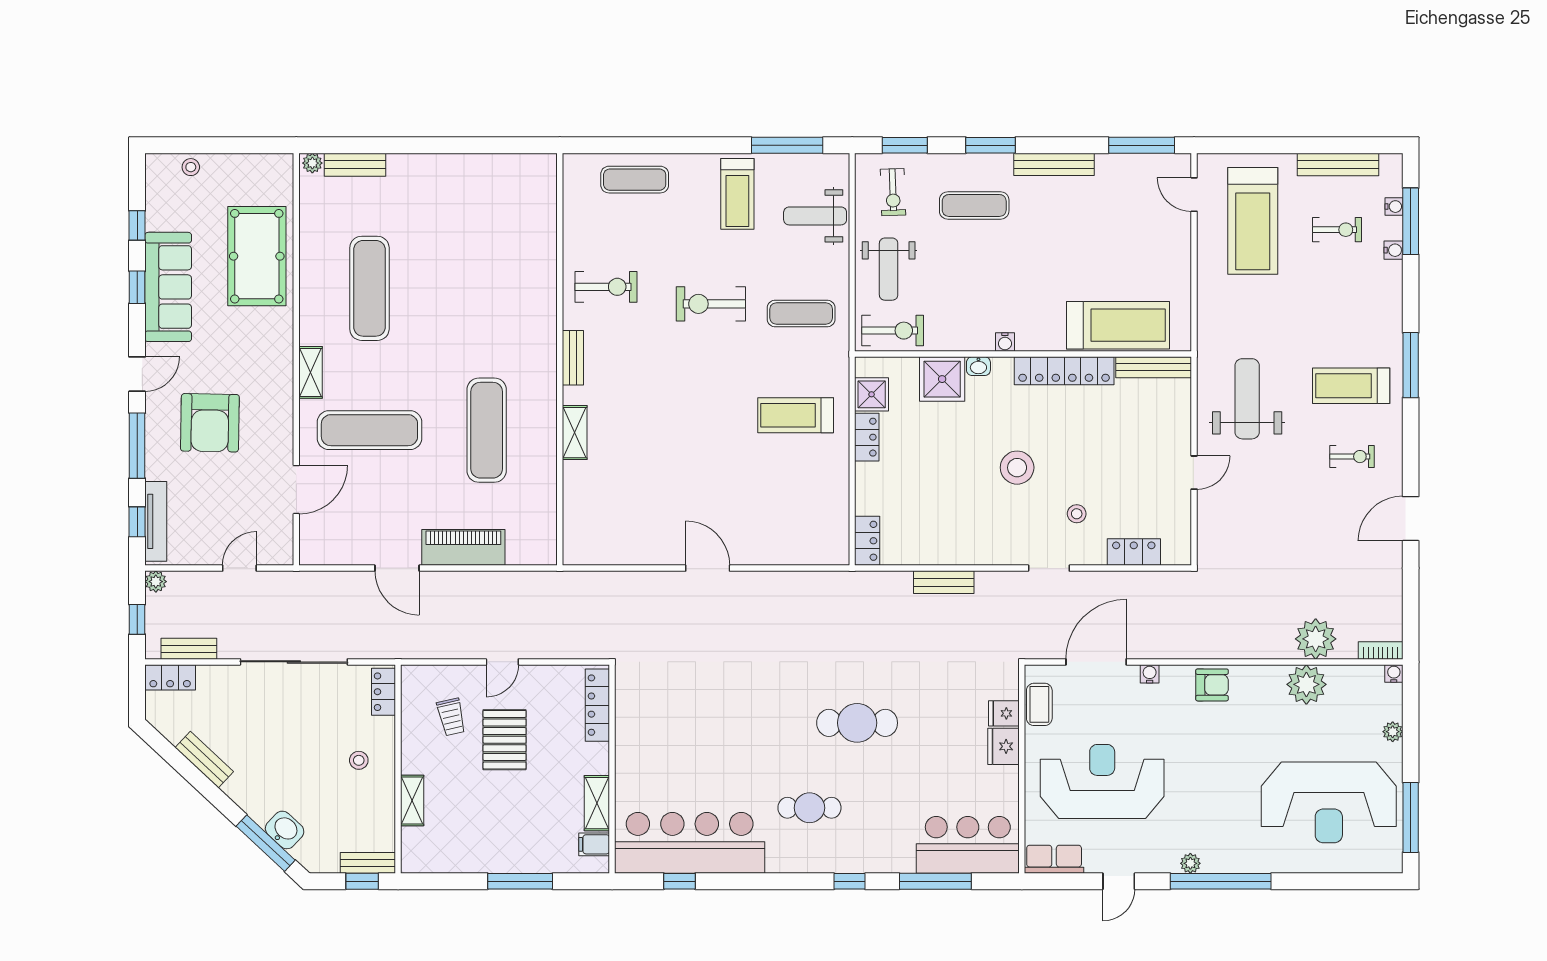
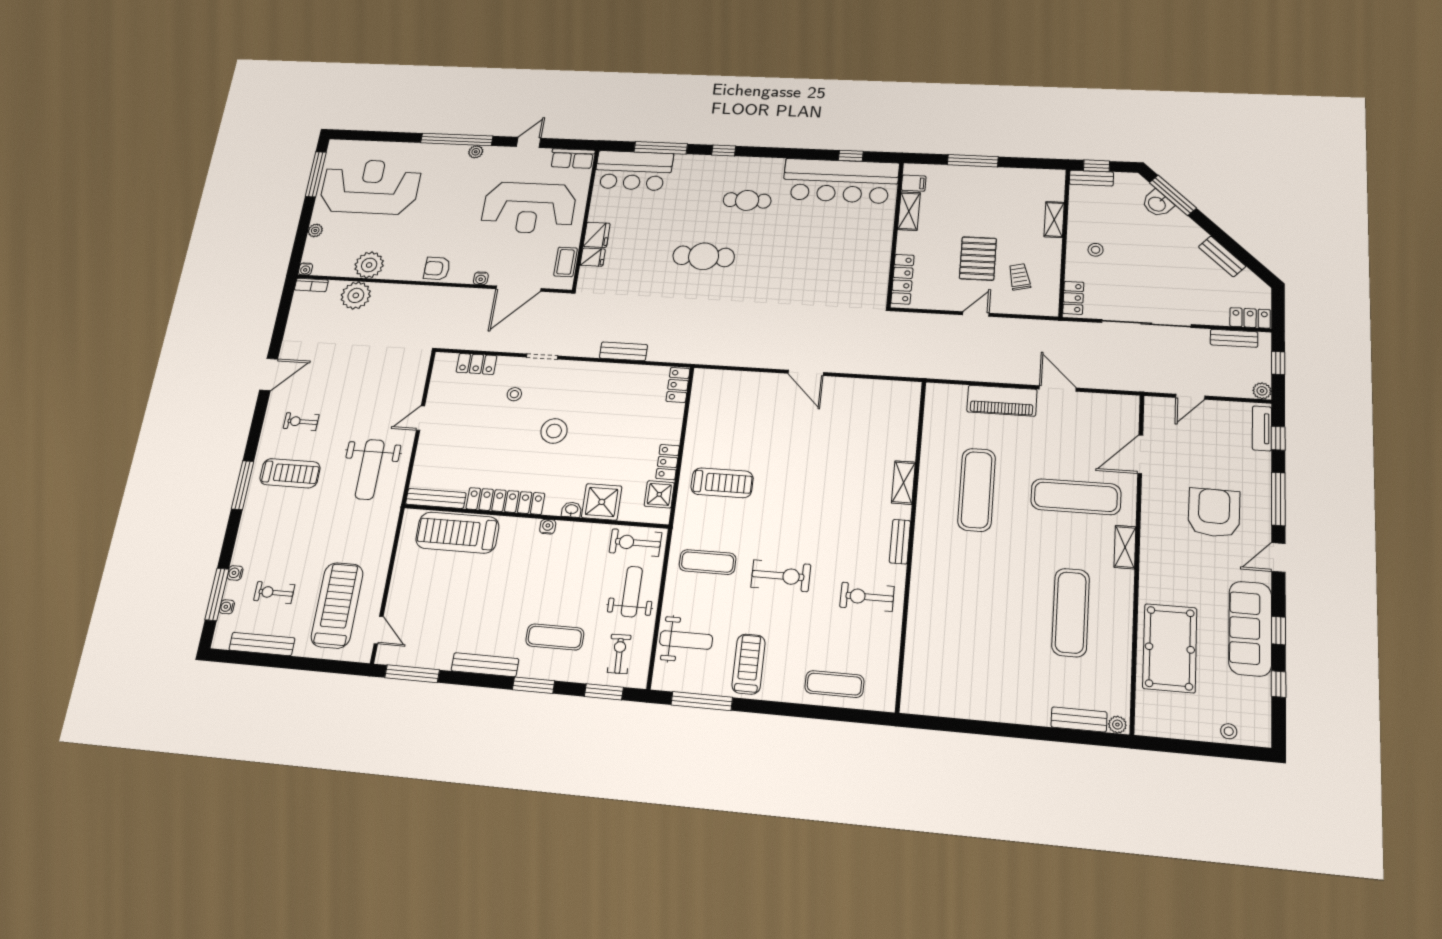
tv unit: (156, 521) -> (1262, 428), width x0.71

